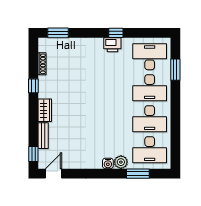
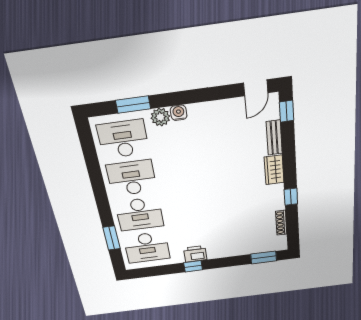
desk: (150, 88) -> (140, 214), turned 180

